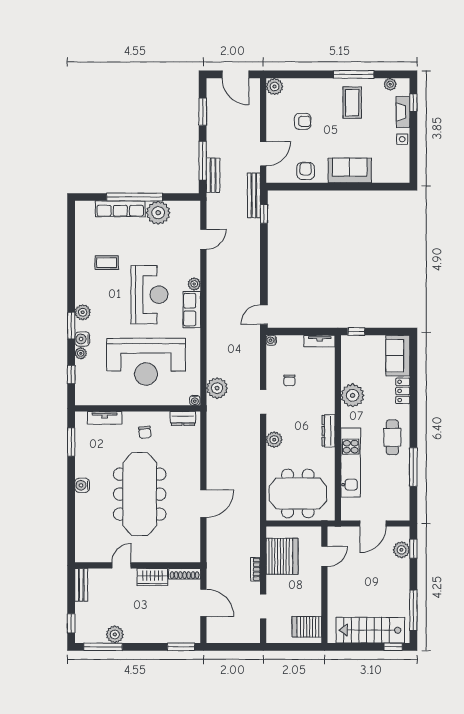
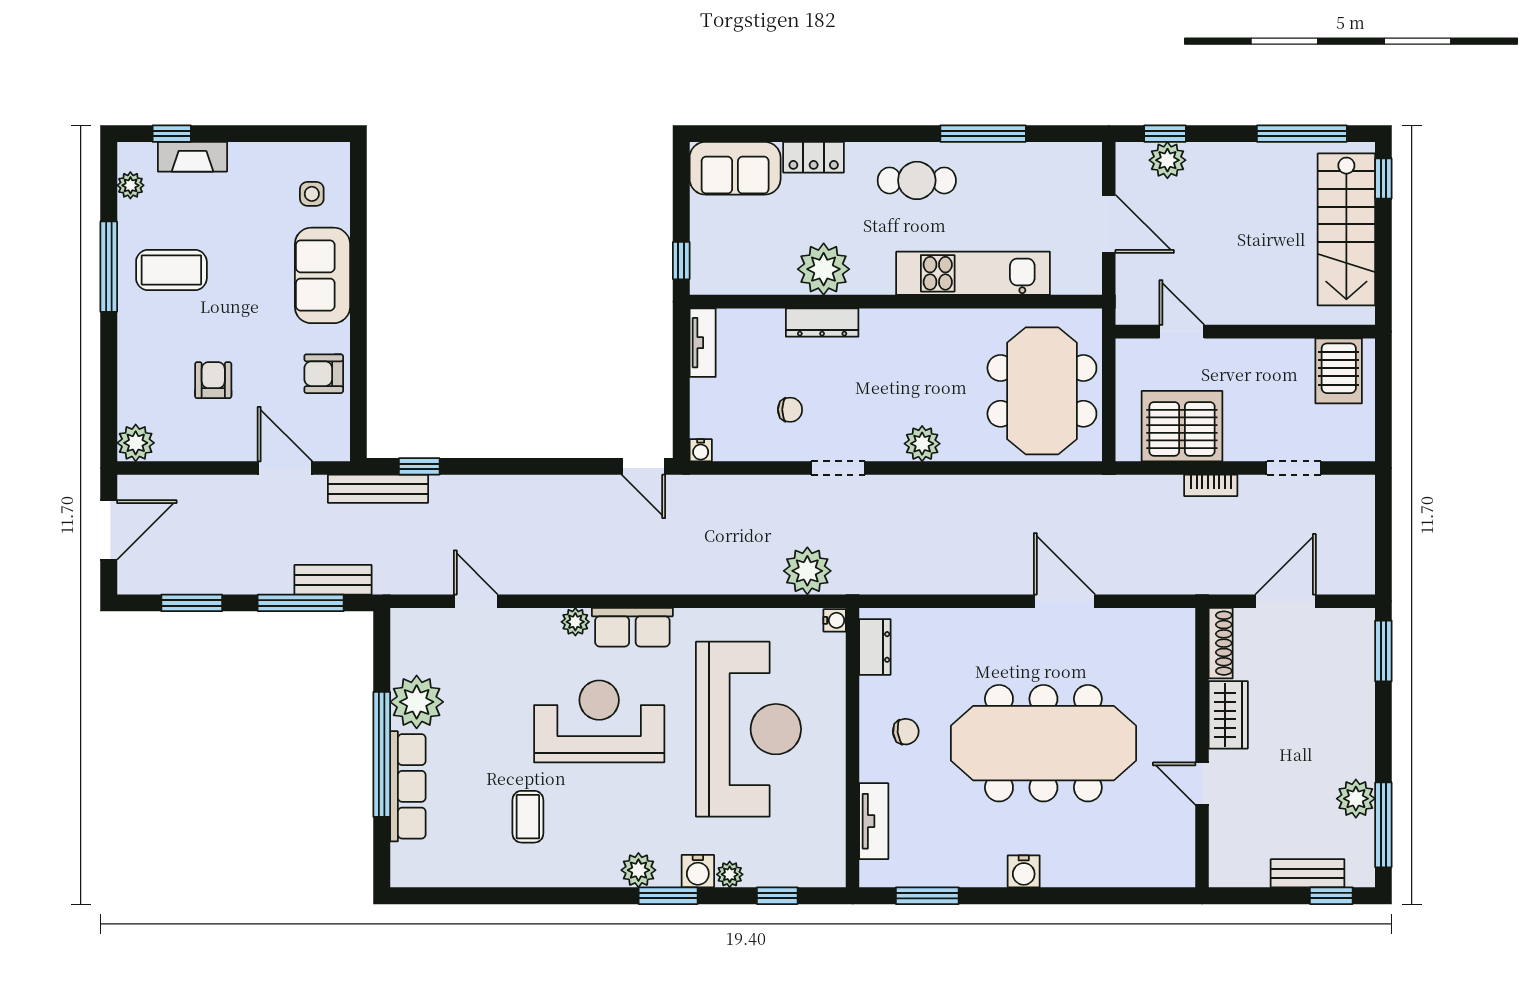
side table: (402, 139) -> (312, 194), moved
dresser: (329, 431) -> (822, 323), moved
bench: (81, 585) -> (1308, 873), moved

